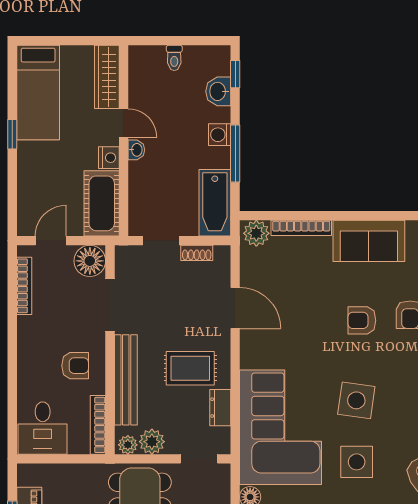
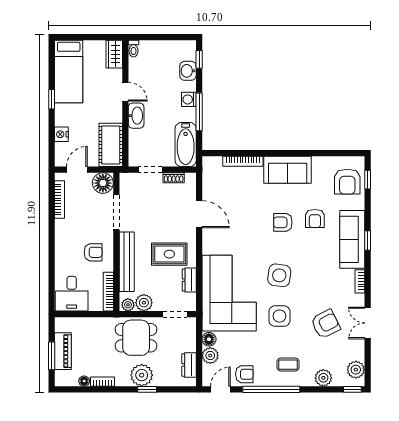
toilet: (174, 58) -> (133, 49), moved
wardrobe: (107, 77) -> (114, 54), width x0.67
washbasin: (136, 150) -> (136, 116), width x1.91, depth x1.45
nightstand: (109, 158) -> (61, 134), moved, turned 180
plant: (256, 233) -> (213, 165), removed

